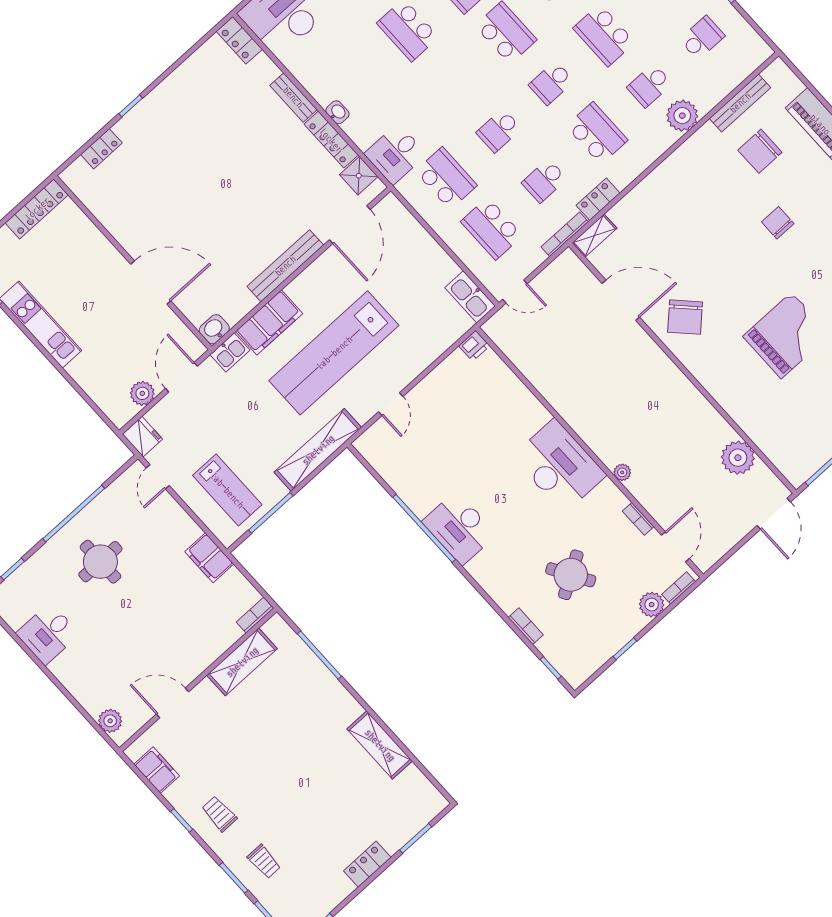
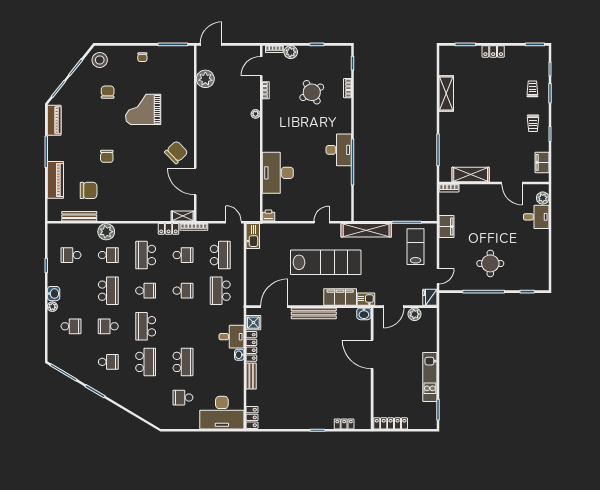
desk: (395, 154) -> (231, 337), moved
desk: (559, 466) -> (278, 173), moved
desk: (48, 634) -> (536, 217), moved

